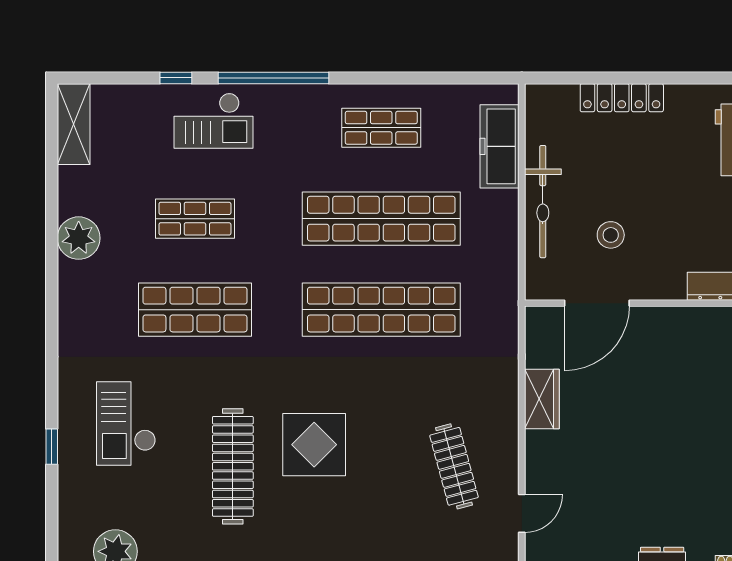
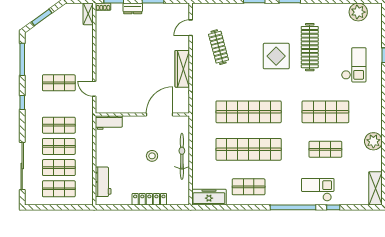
freezer: (500, 146) -> (209, 197), moved, turned -90
stool: (611, 235) -> (152, 156), moved
wardrobe: (542, 399) -> (182, 69), width x1.50

